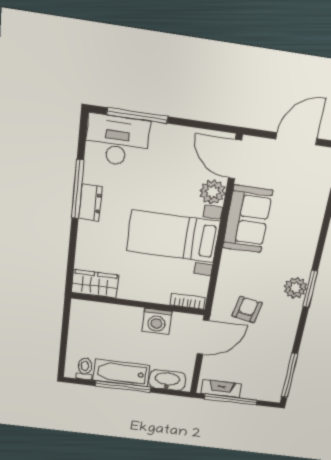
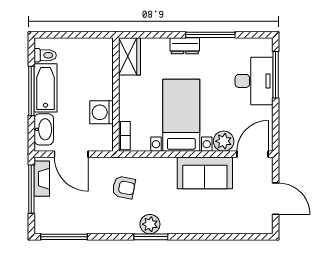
desk: (117, 140) -> (254, 81), moved
dresser: (90, 203) -> (185, 46), moved
door: (203, 337) -> (71, 154), moved

